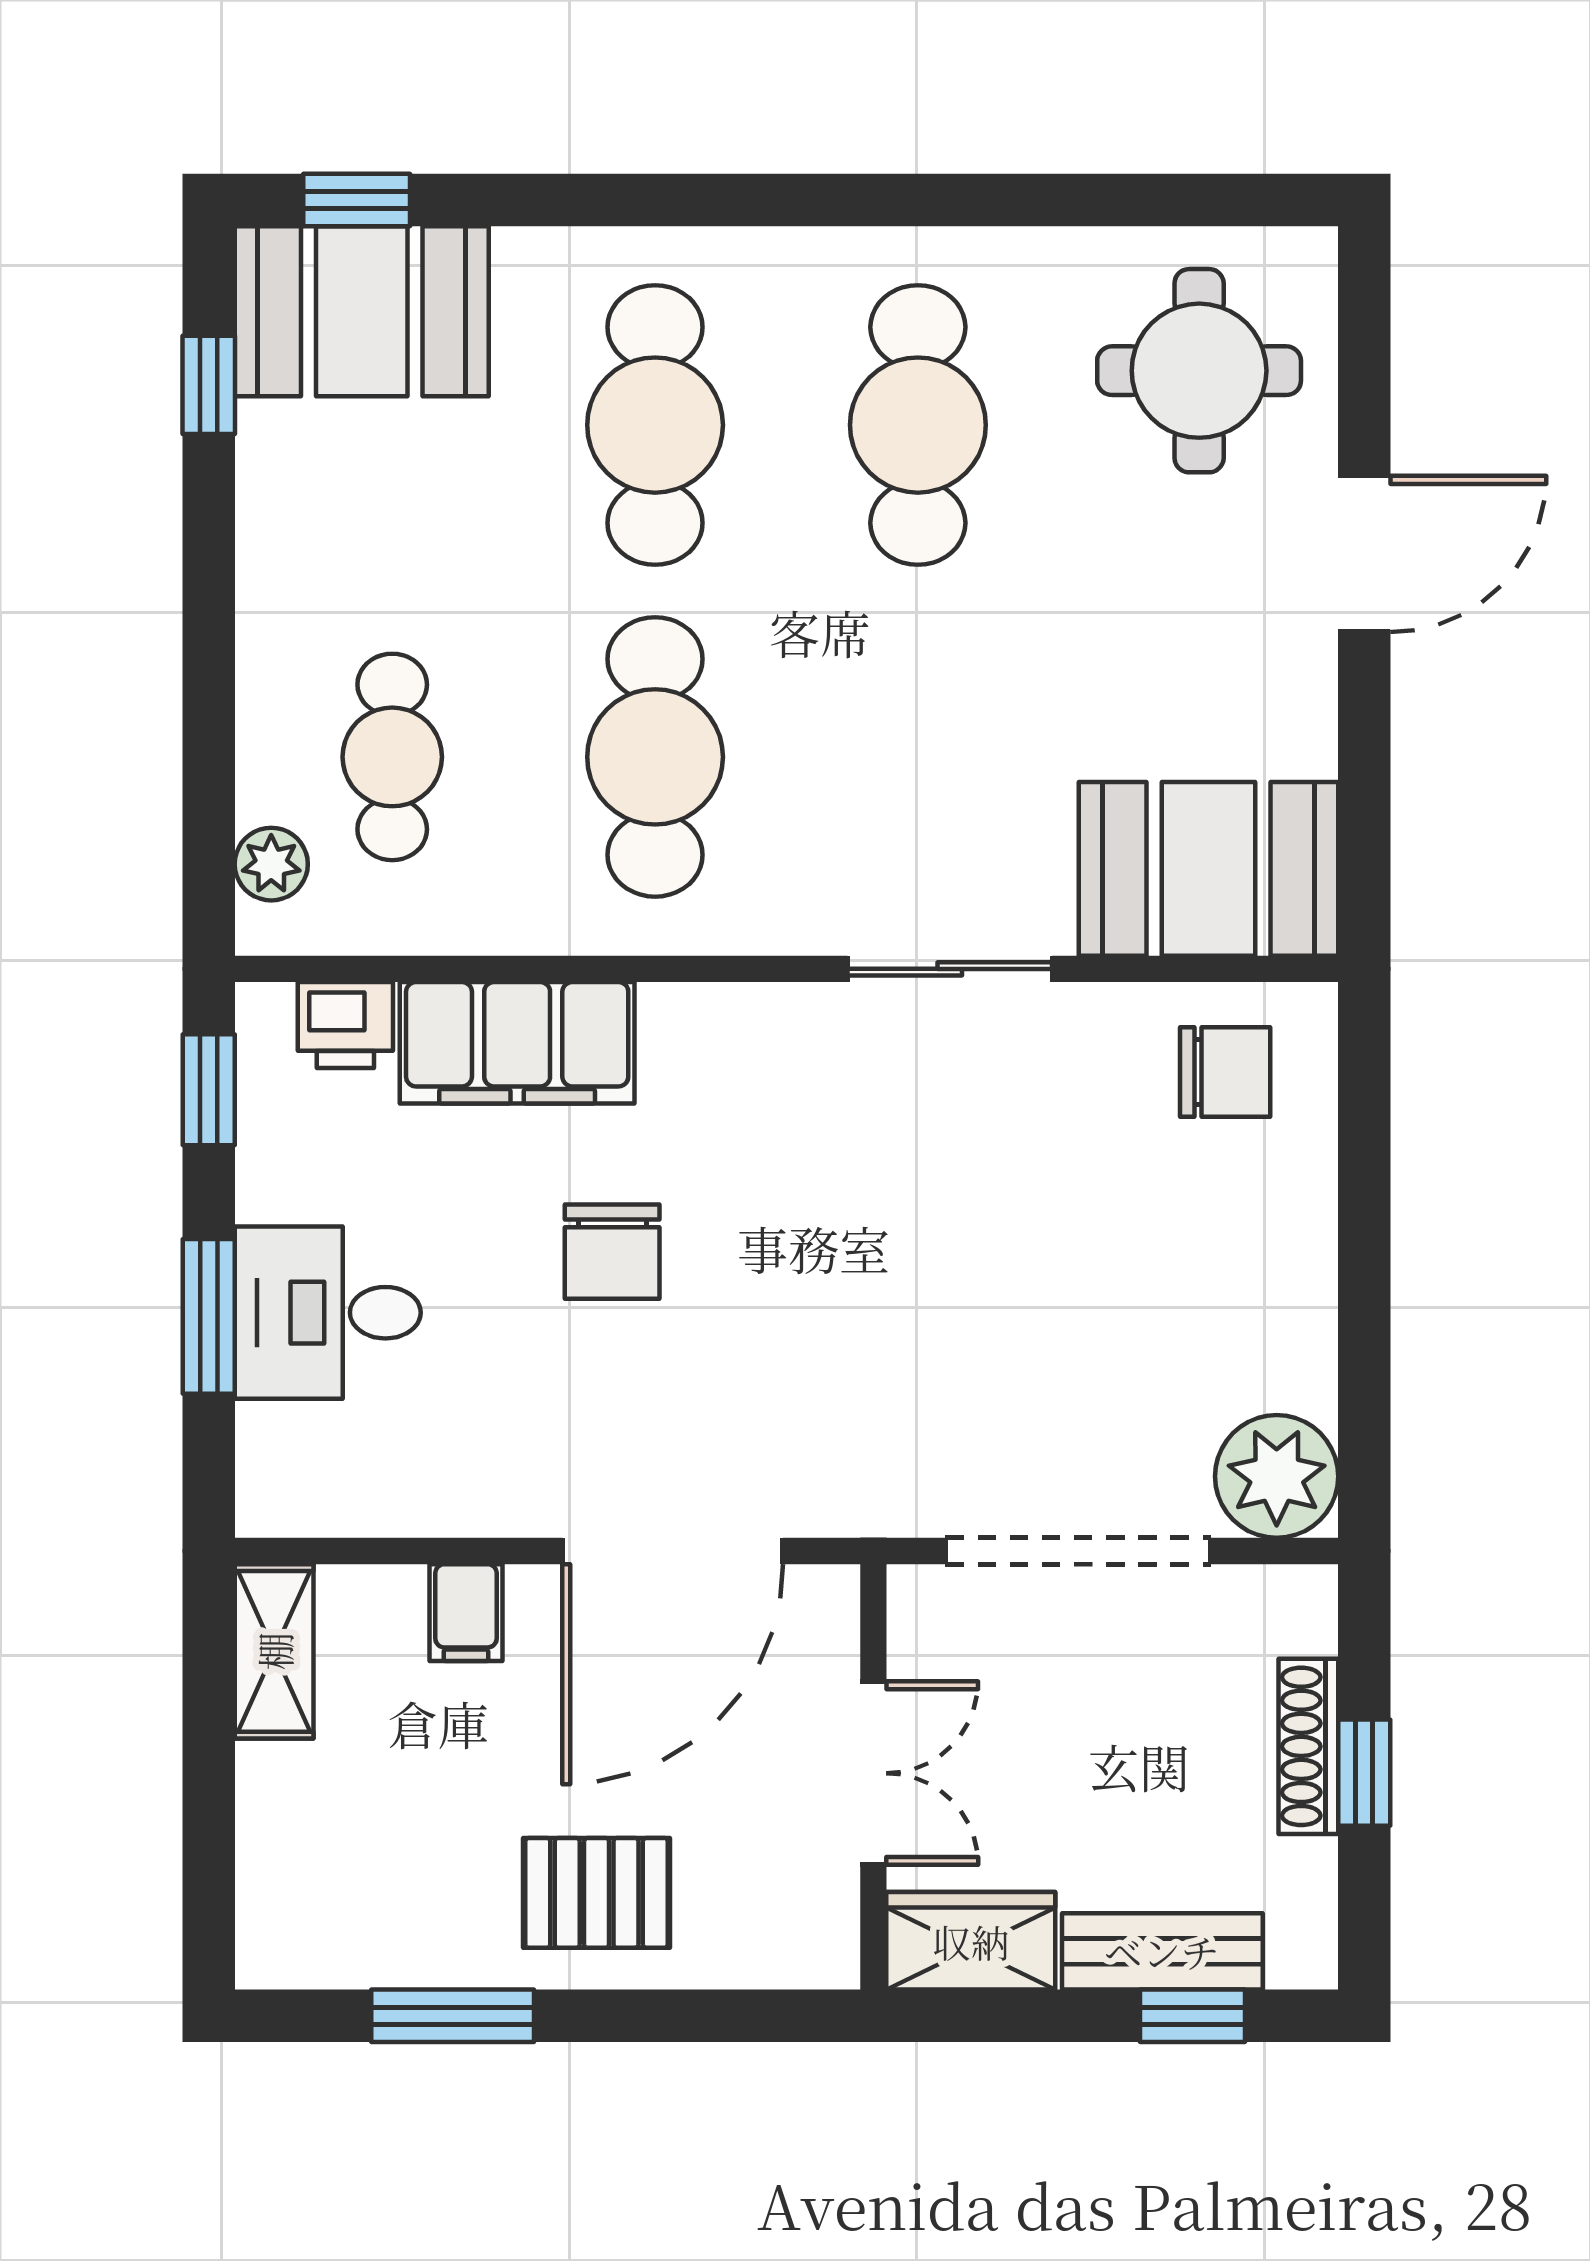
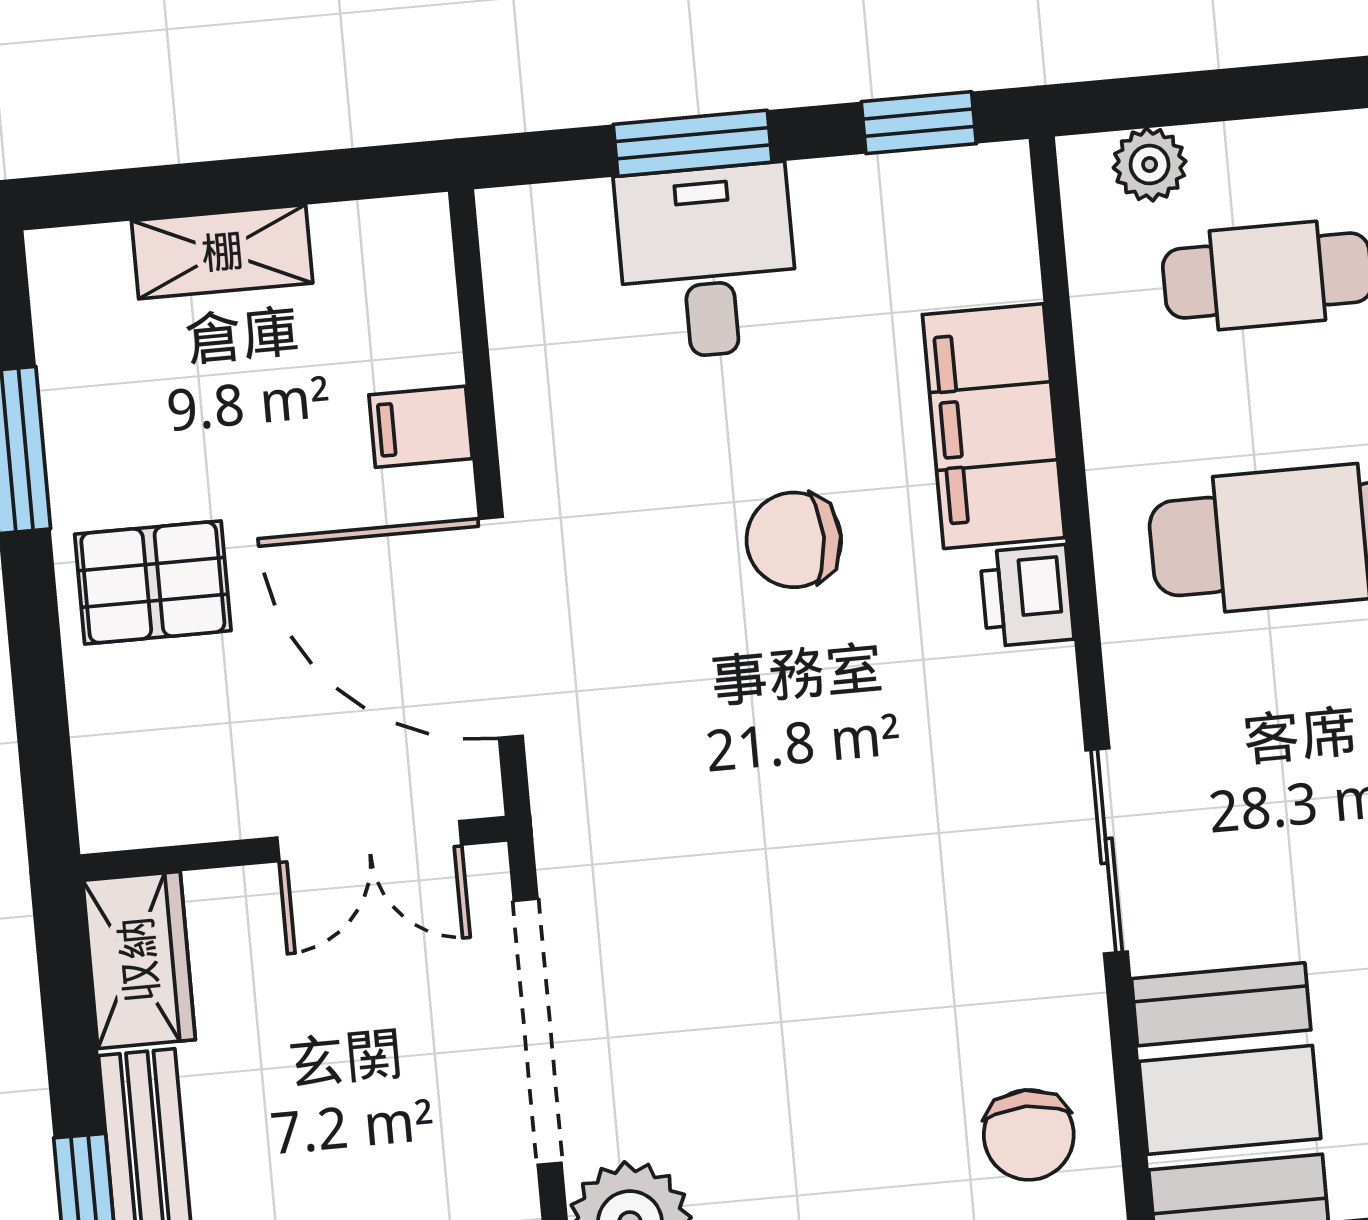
printer: (345, 1025) -> (1027, 596), moved
shelving: (274, 1651) -> (222, 252), moved
double door: (873, 1773) -> (369, 841), moved
pallet: (597, 1893) -> (153, 582), turned 90

